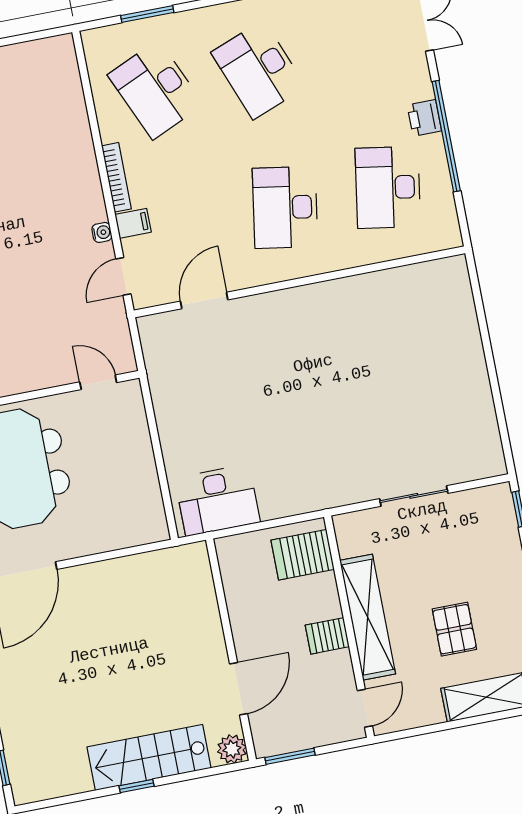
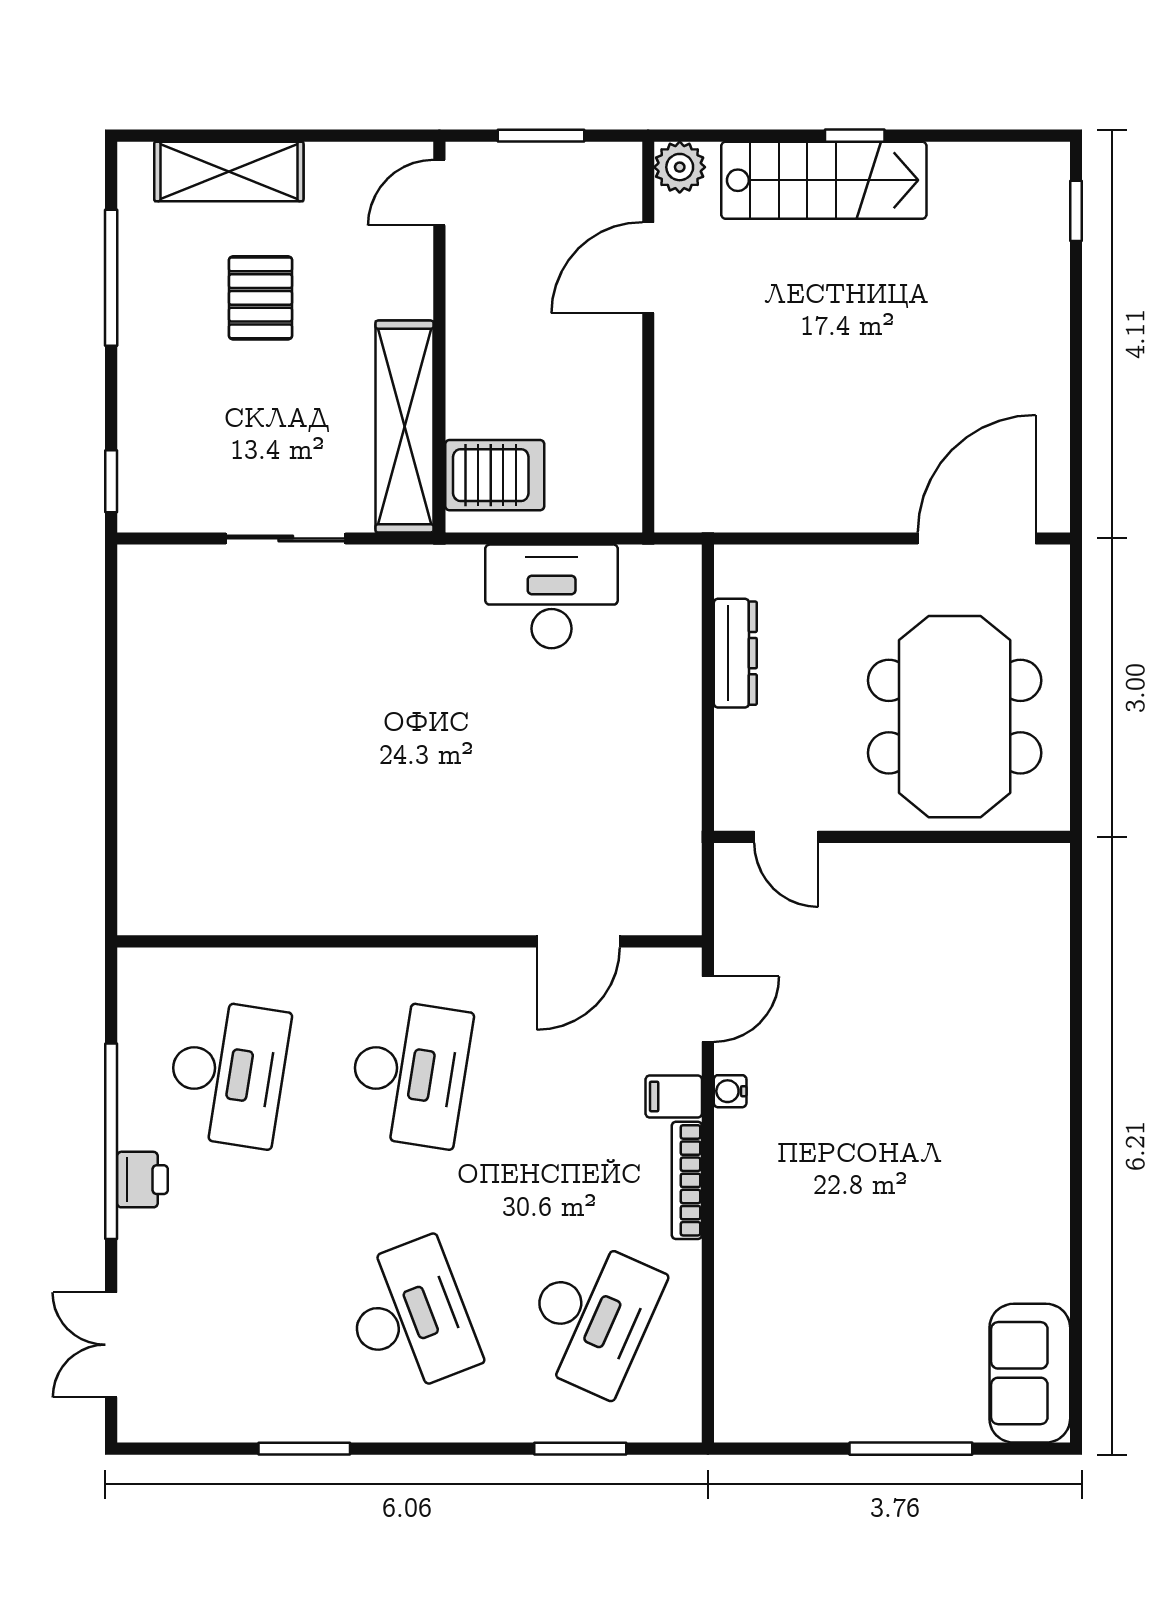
desk: (156, 90) -> (591, 1317), turned 48
dresser: (147, 481) -> (735, 653), added
desk: (217, 500) -> (552, 596), moved
shelving: (368, 617) -> (404, 427), moved
server rack: (327, 636) -> (479, 328), removed
window: (290, 756) -> (541, 136), moved

